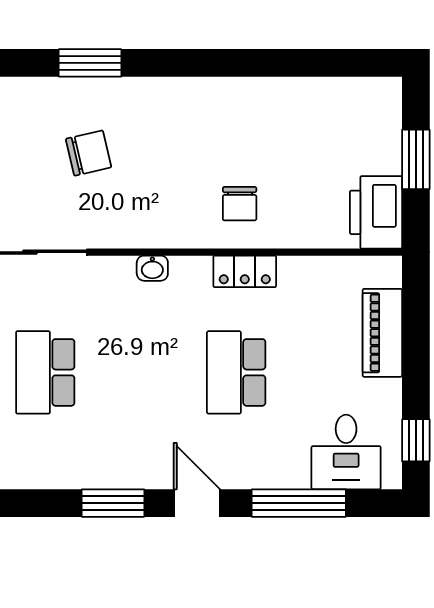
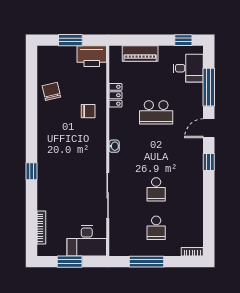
window: (90, 63) -> (32, 171), width x0.67
chair: (89, 153) -> (51, 91), moved
locker: (245, 271) -> (115, 95), moved
school desk: (45, 372) -> (156, 189), width x0.54
window: (113, 503) -> (209, 162), width x0.67

